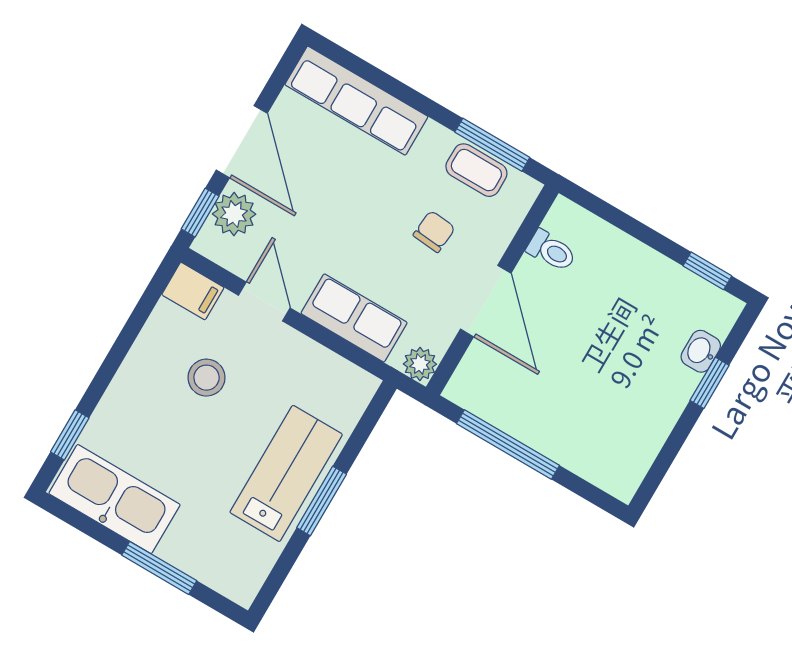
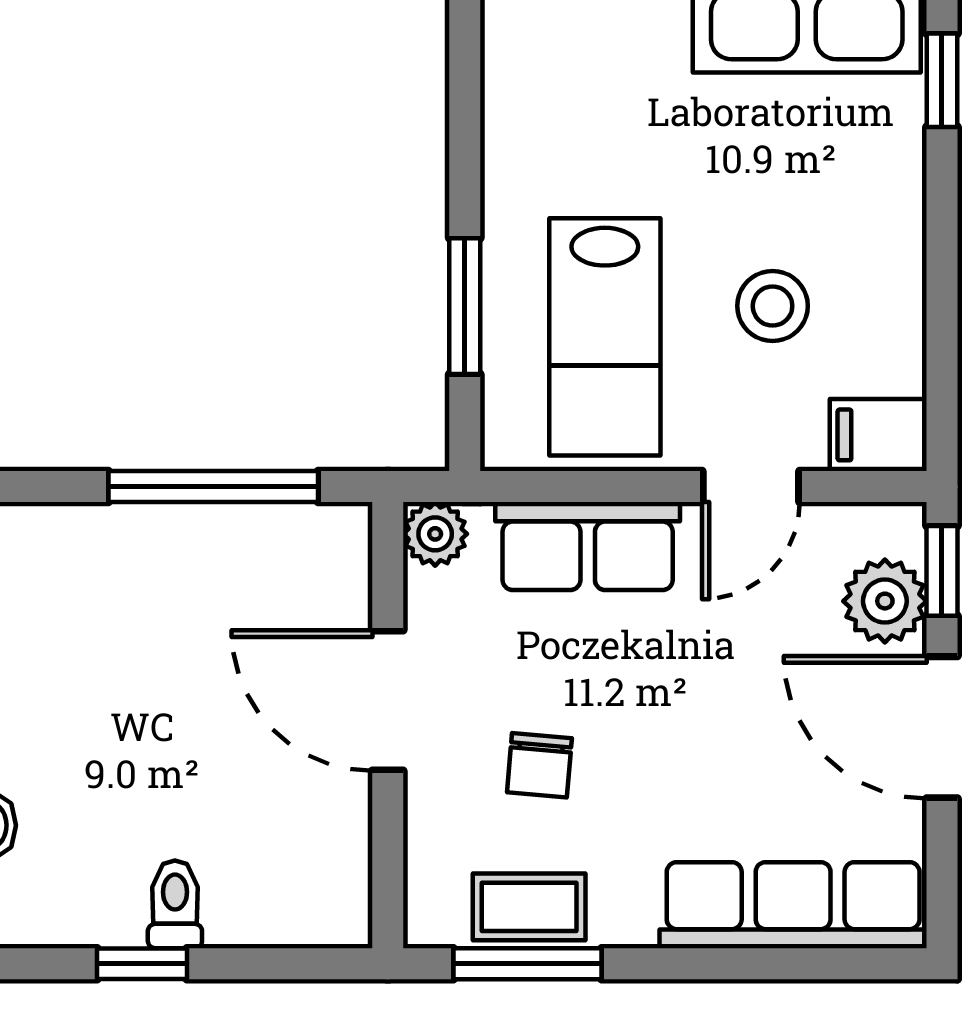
toilet: (551, 251) -> (175, 904), moved, turned 90
window: (707, 271) -> (142, 964), moved
door: (264, 302) -> (751, 487), hinge flipped
lab bench: (286, 473) -> (605, 337), moved
window: (322, 501) -> (465, 306), moved

